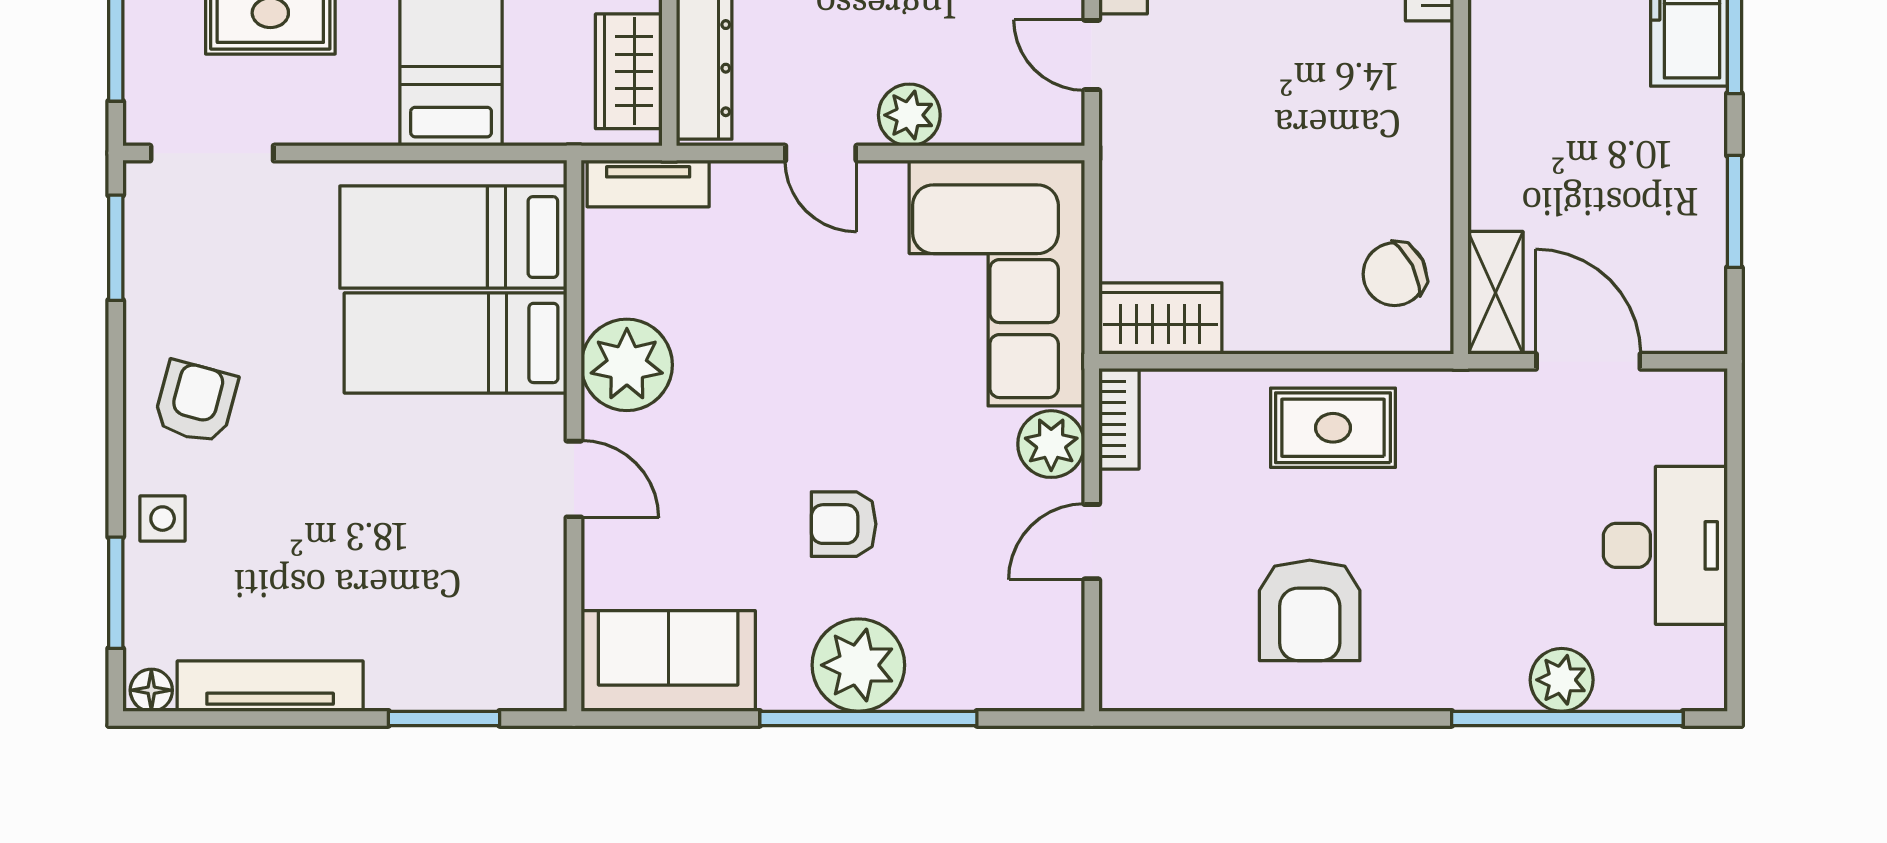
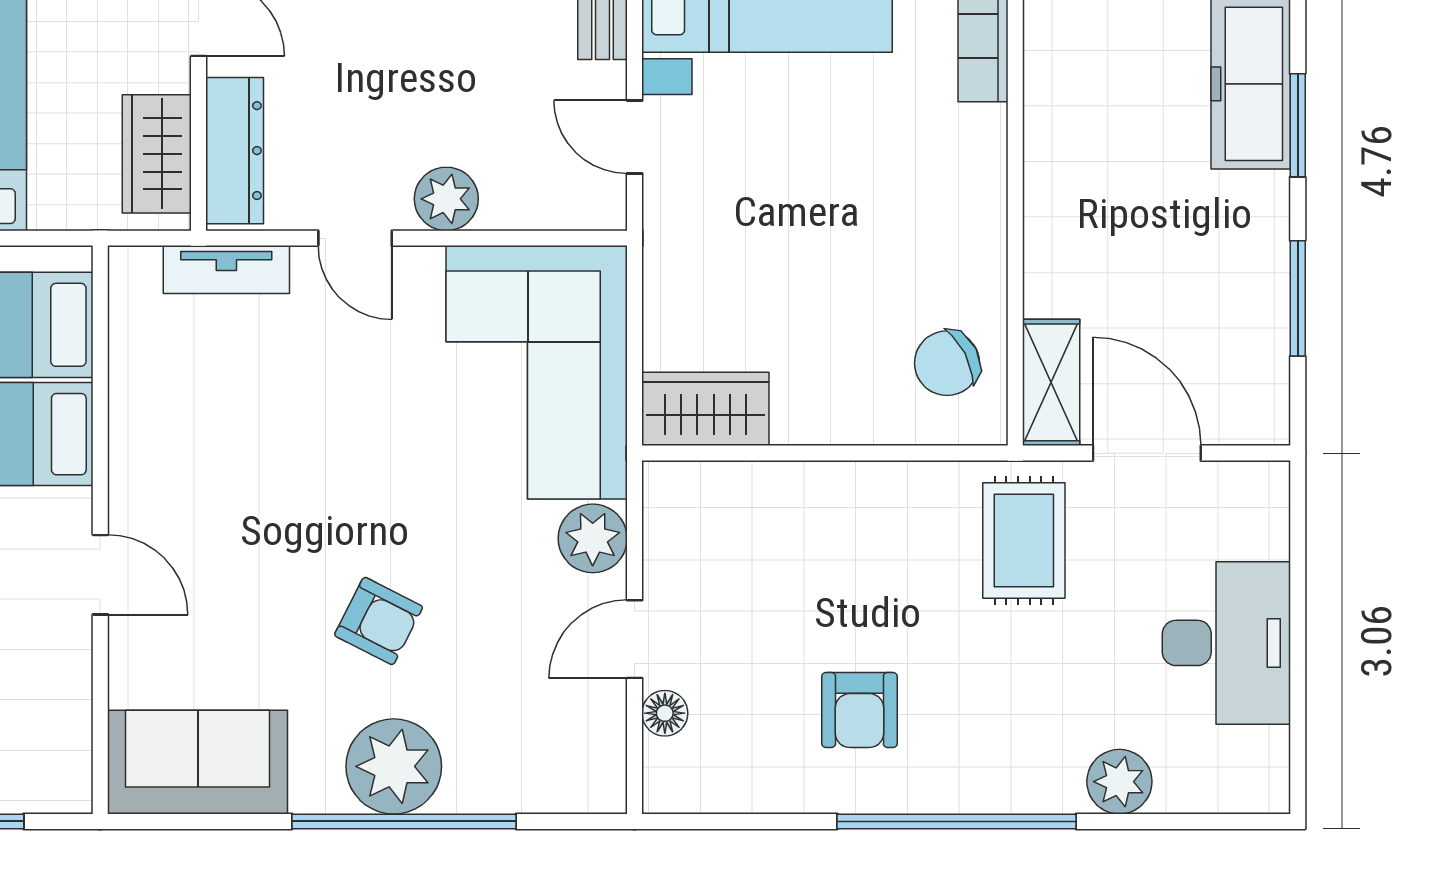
tv unit: (648, 184) -> (226, 270), moved
plant: (627, 365) -> (155, 457), removed
bookcase: (1119, 419) -> (663, 512), removed
rug: (1333, 428) -> (1024, 541), moved, turned 90
armchair: (844, 524) -> (379, 621), turned -153
armchair: (1310, 610) -> (859, 710), width x0.72, depth x0.72
floor lamp: (1121, 613) -> (665, 713), added
window: (1567, 718) -> (957, 821), moved

